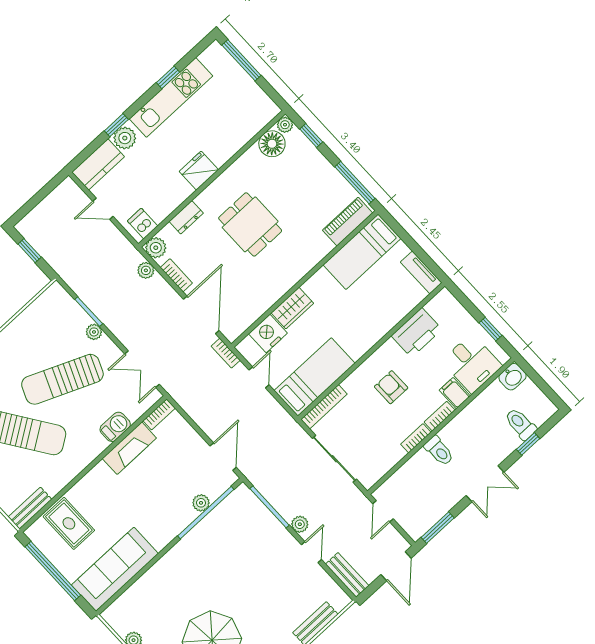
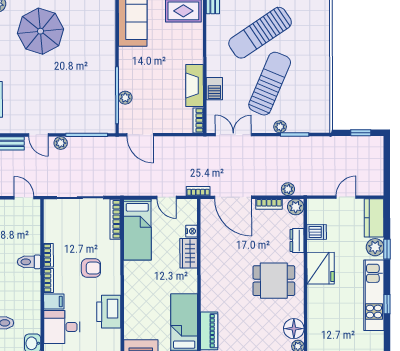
fridge: (199, 171) -> (321, 268), width x1.36, depth x1.34
dishwasher: (143, 224) -> (317, 232), moved
dining table: (250, 224) -> (274, 281), moved
nightstand: (268, 333) -> (192, 231), width x0.53, depth x0.56

